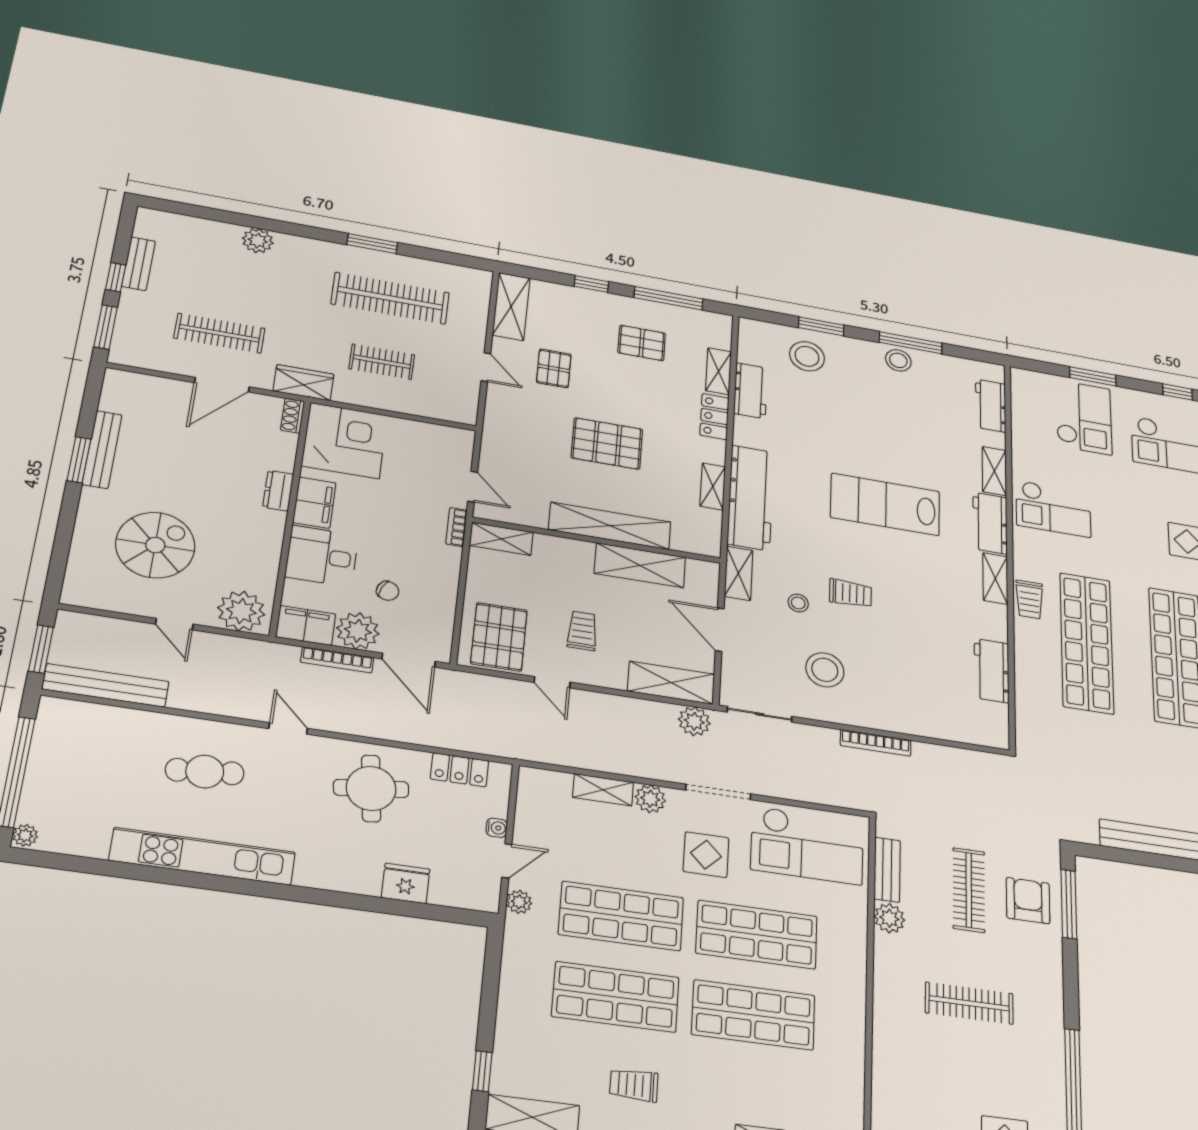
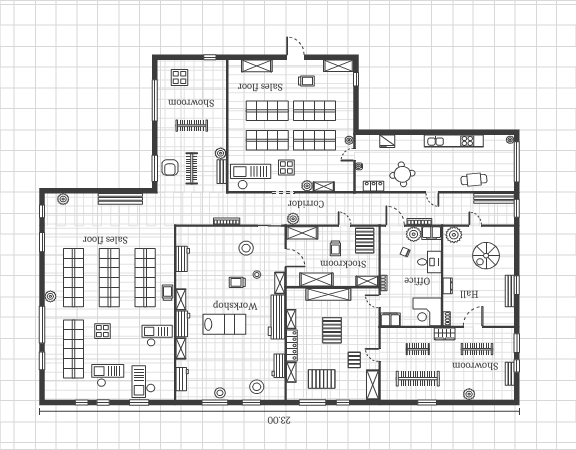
pallet: (642, 343) -> (322, 379), width x1.50, depth x1.42
locker: (714, 417) -> (292, 345), width x1.53
pallet: (607, 443) -> (332, 330), turned 90
filing cabinet: (314, 503) -> (390, 319), moved, turned 90
cafe table: (205, 772) -> (474, 180), moved

